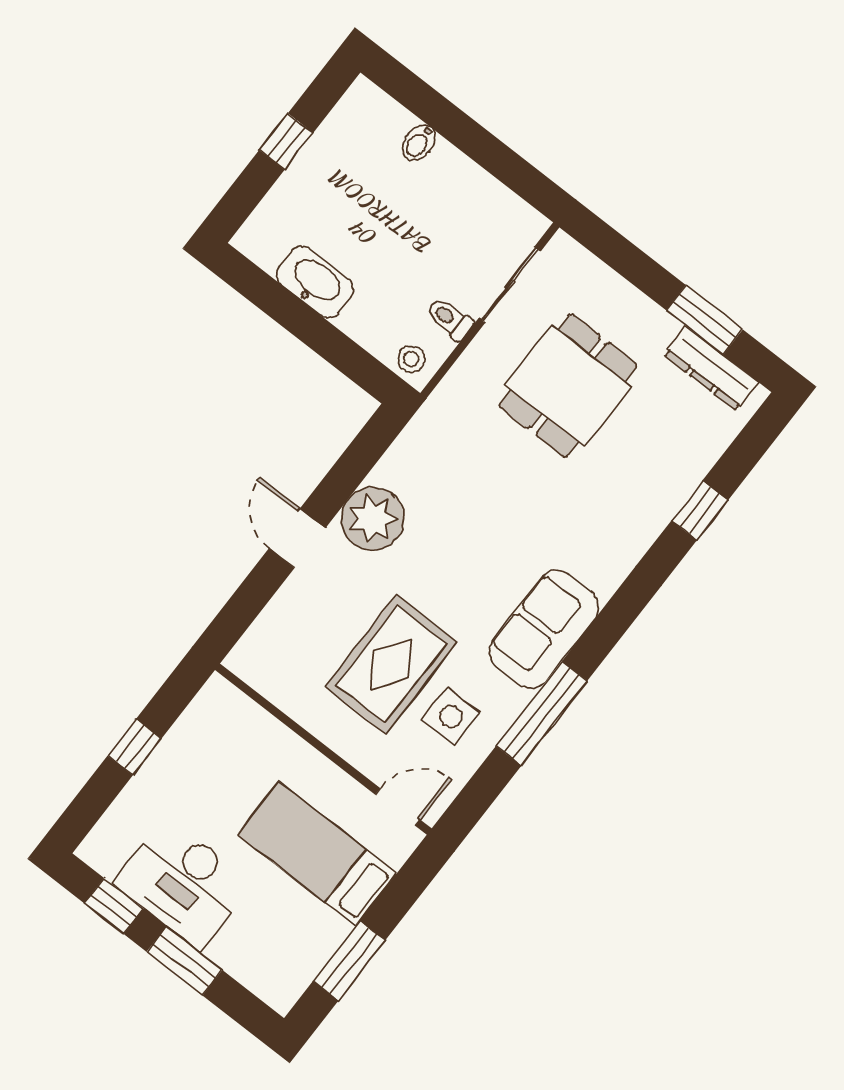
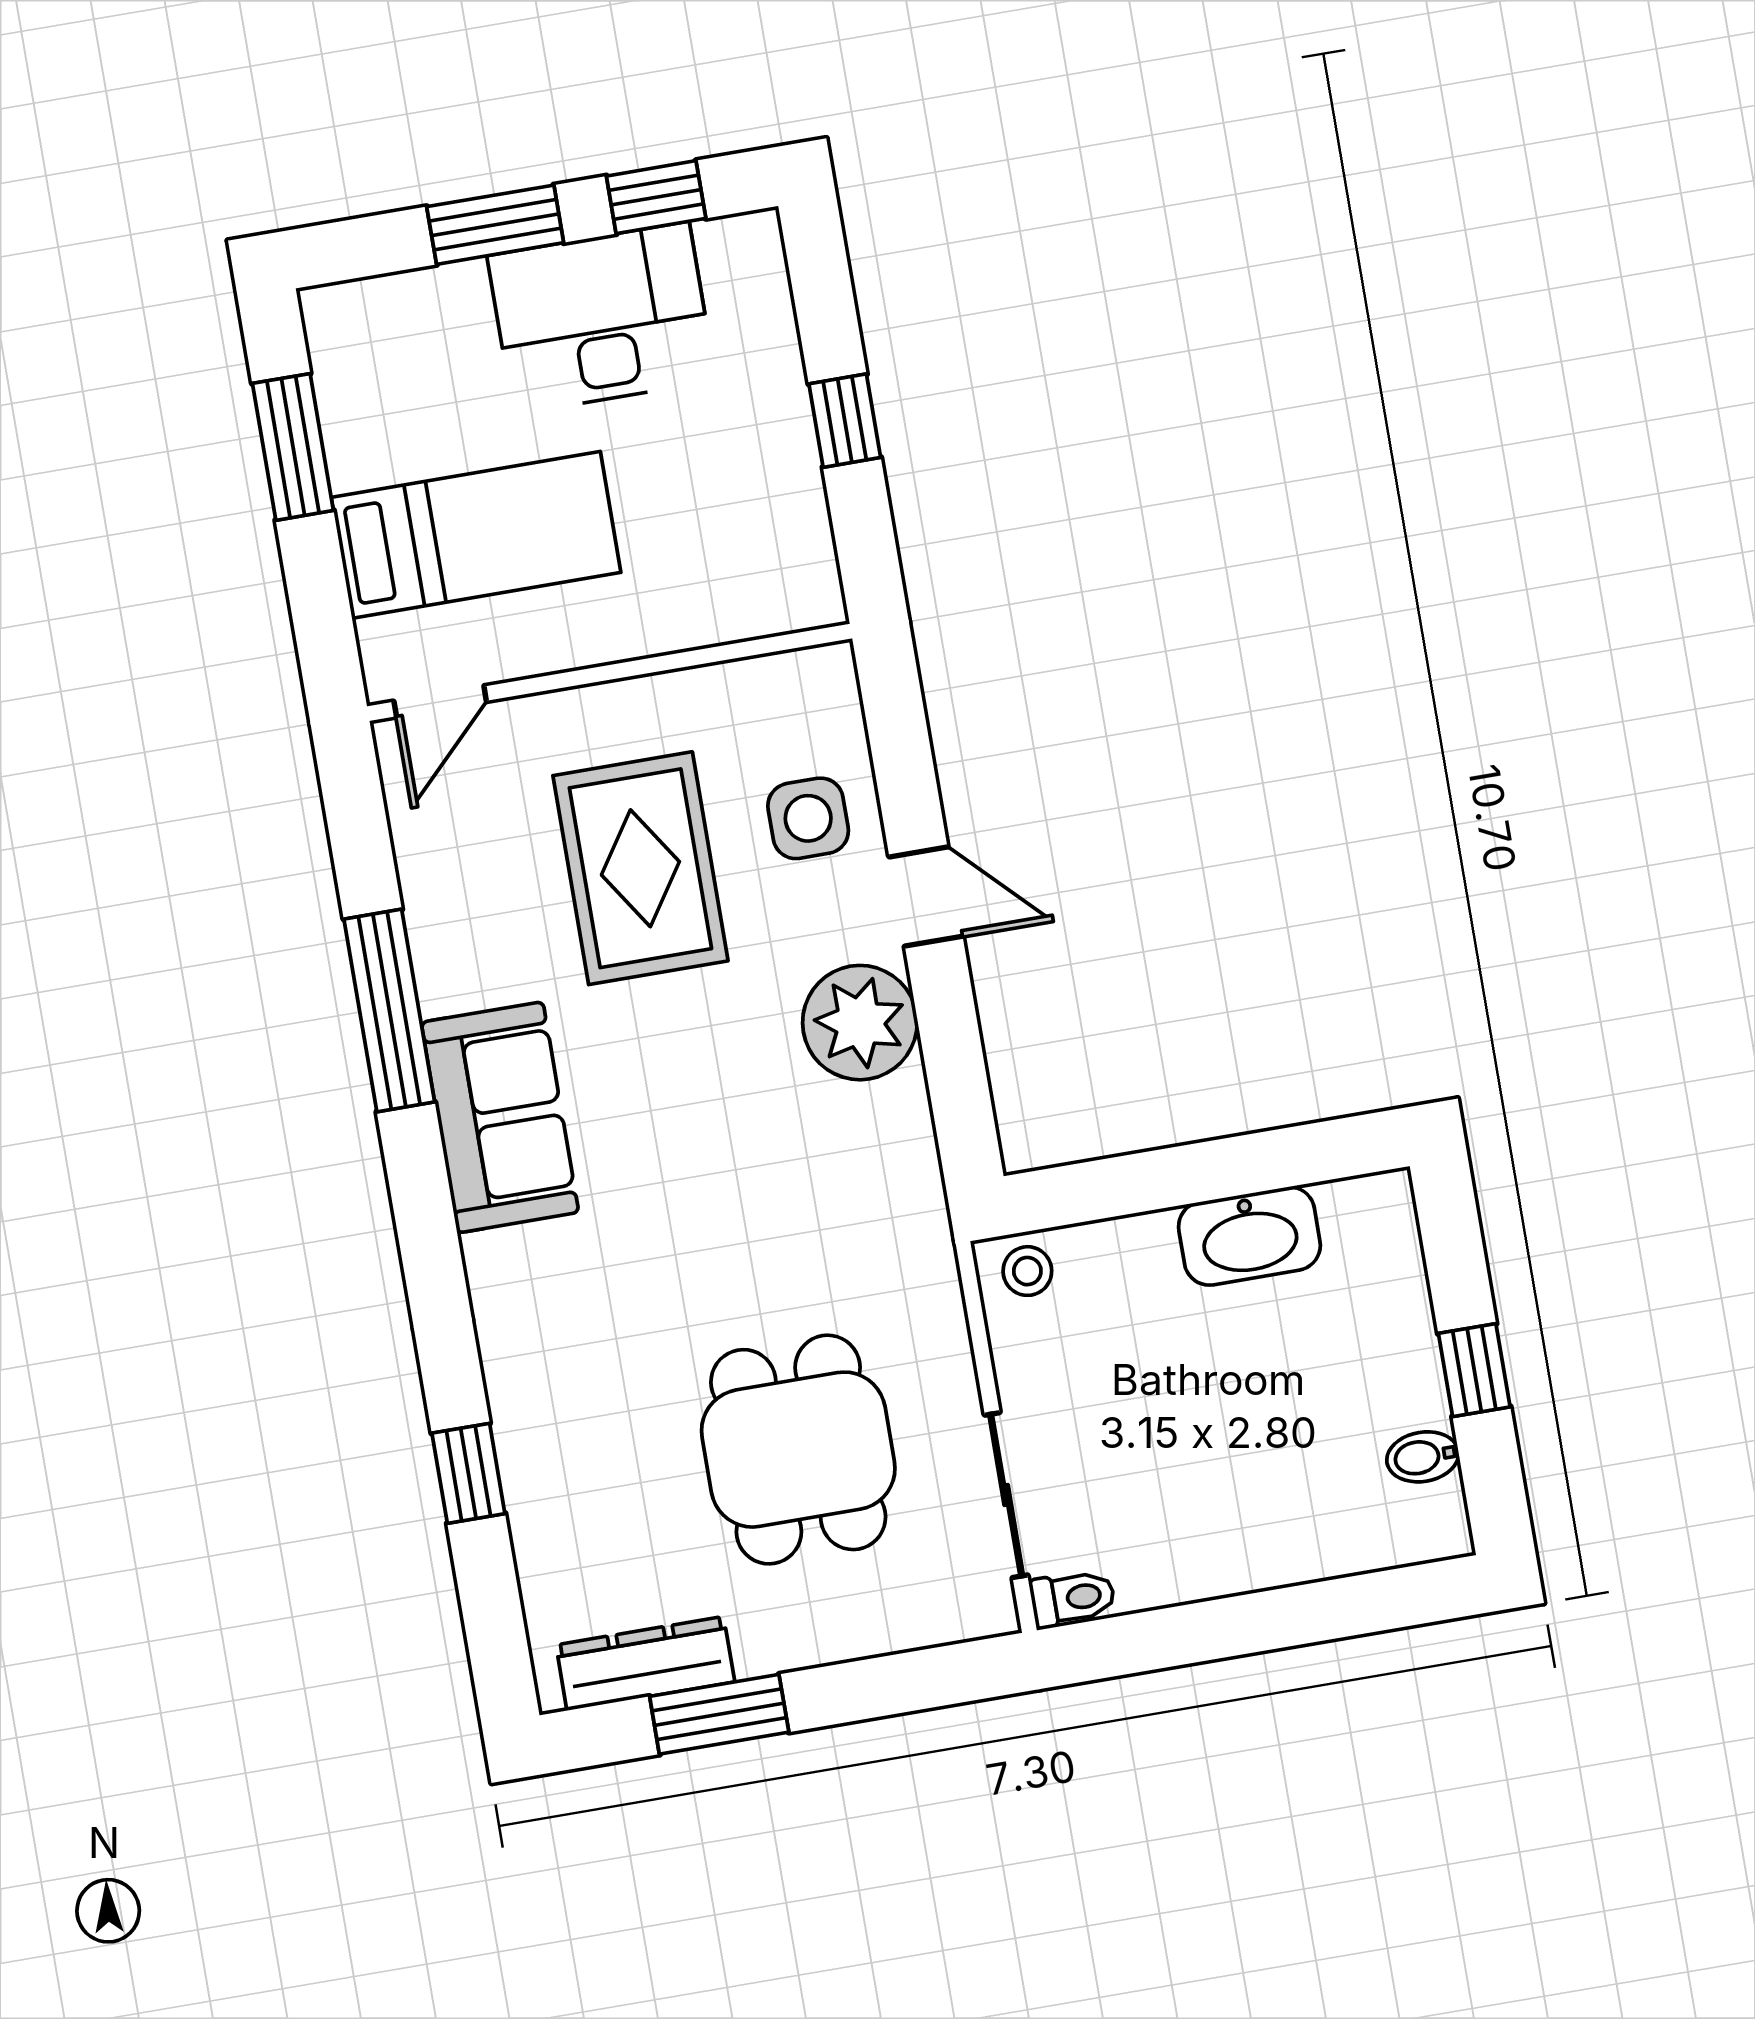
bidet: (419, 143) -> (1423, 1457), moved, turned -90
toilet: (450, 319) -> (1073, 1598), moved
side table: (451, 716) -> (808, 818), moved

